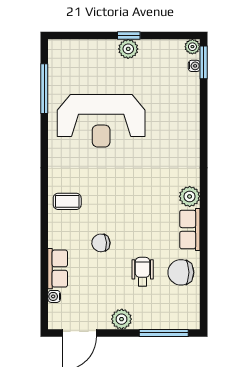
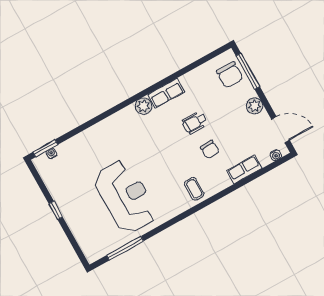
plant: (192, 47) -> (39, 162), removed
plant: (128, 49) -> (65, 206), removed
wheelchair: (143, 272) -> (195, 123), moved
chair: (181, 272) -> (230, 75), moved
water cooler: (54, 296) -> (276, 155), moved

